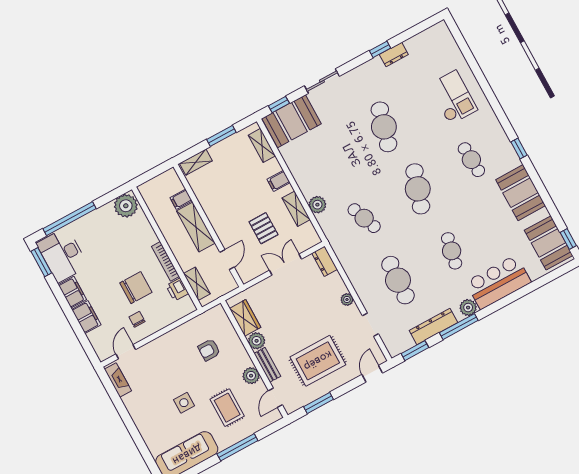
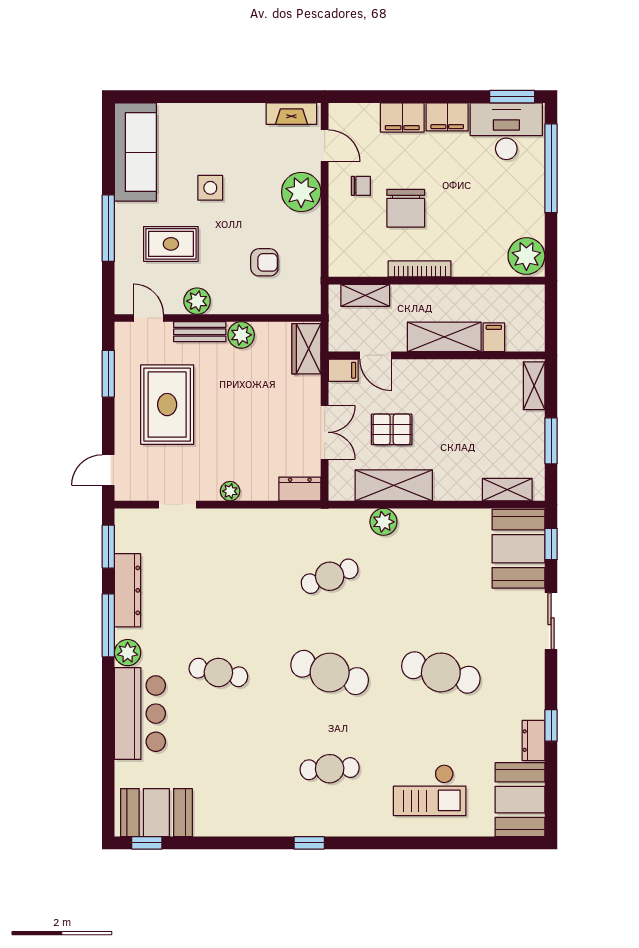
filing cabinet: (279, 181) -> (343, 370), moved, turned 90
booth: (521, 193) -> (520, 800), moved, turned 90
shelving: (296, 209) -> (394, 485), width x1.50, depth x1.33
cafe table: (398, 280) -> (218, 576), removed
printer: (177, 289) -> (372, 264), removed
wardrobe: (245, 318) -> (306, 349), moved, turned 90
armchair: (209, 350) -> (264, 262), turned 90
plant: (159, 351) -> (301, 192), added
door: (372, 374) -> (108, 470), swing flipped

